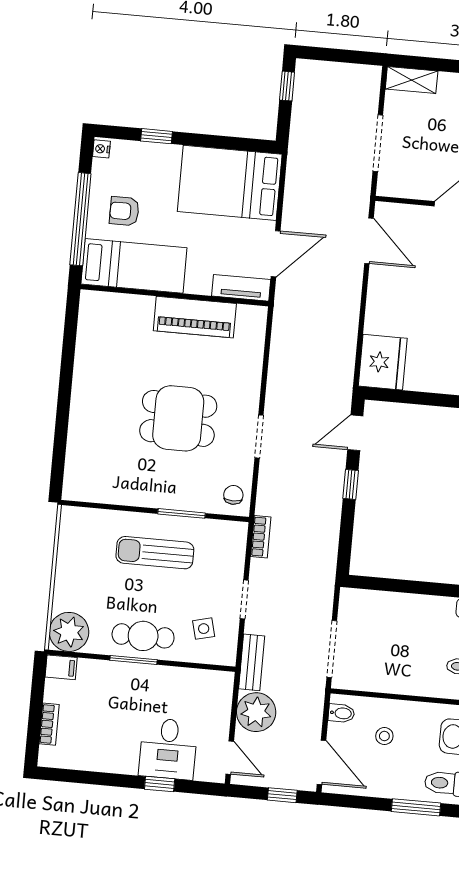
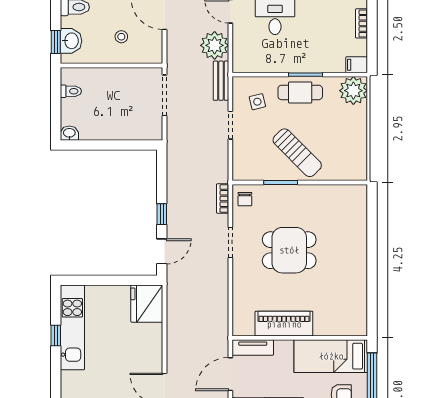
bookcase: (261, 537) -> (223, 198), moved
sun lounger: (155, 553) -> (297, 153), turned 45
bidet: (341, 713) -> (154, 50), removed

